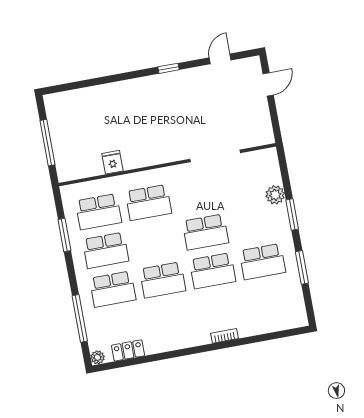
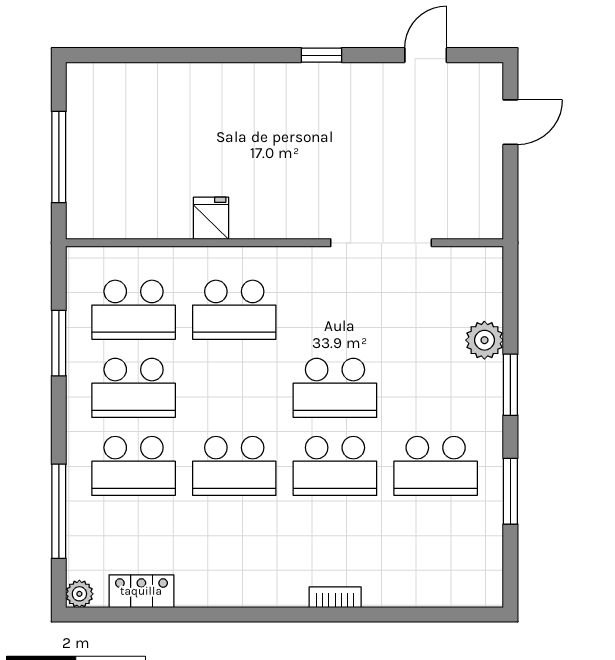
fridge: (112, 162) -> (211, 218), moved

